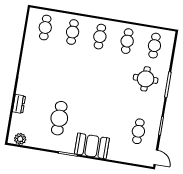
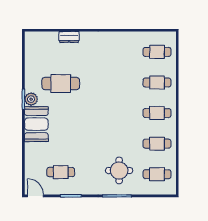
plant: (20, 139) -> (31, 99), moved
door: (156, 157) -> (36, 196), swing flipped

